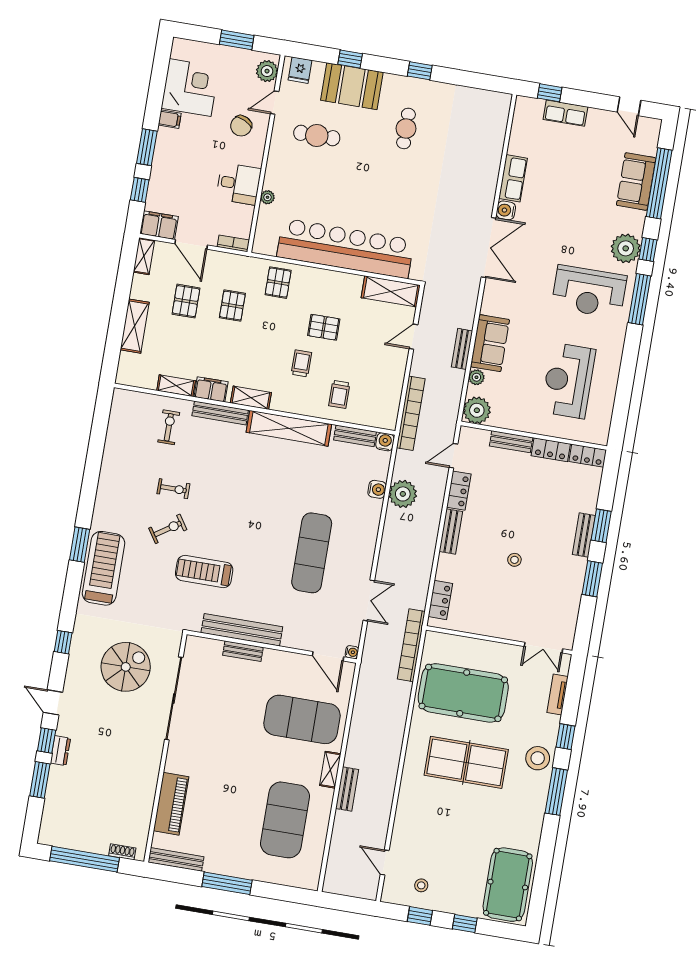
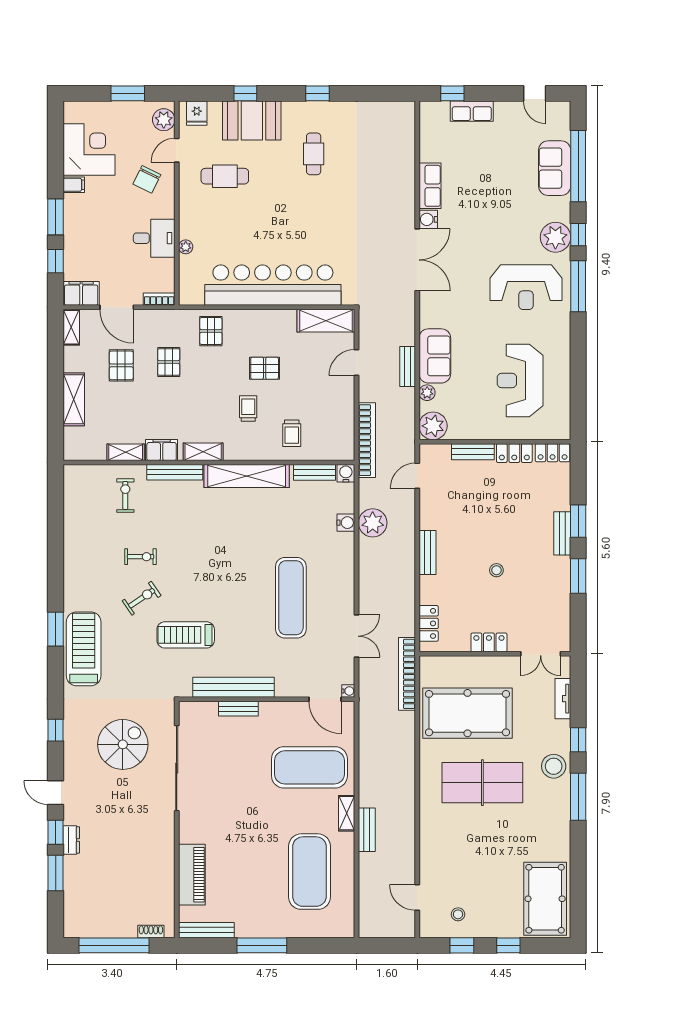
locker: (459, 491) -> (489, 642), moved, turned -90

